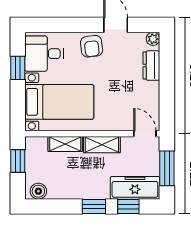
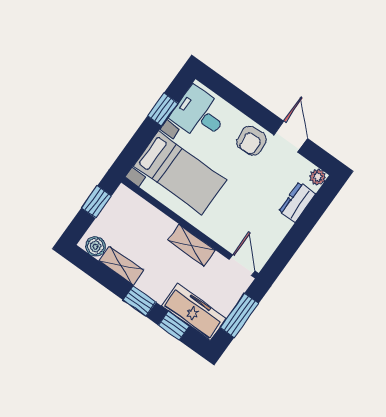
shelving: (65, 144) -> (121, 266), moved

